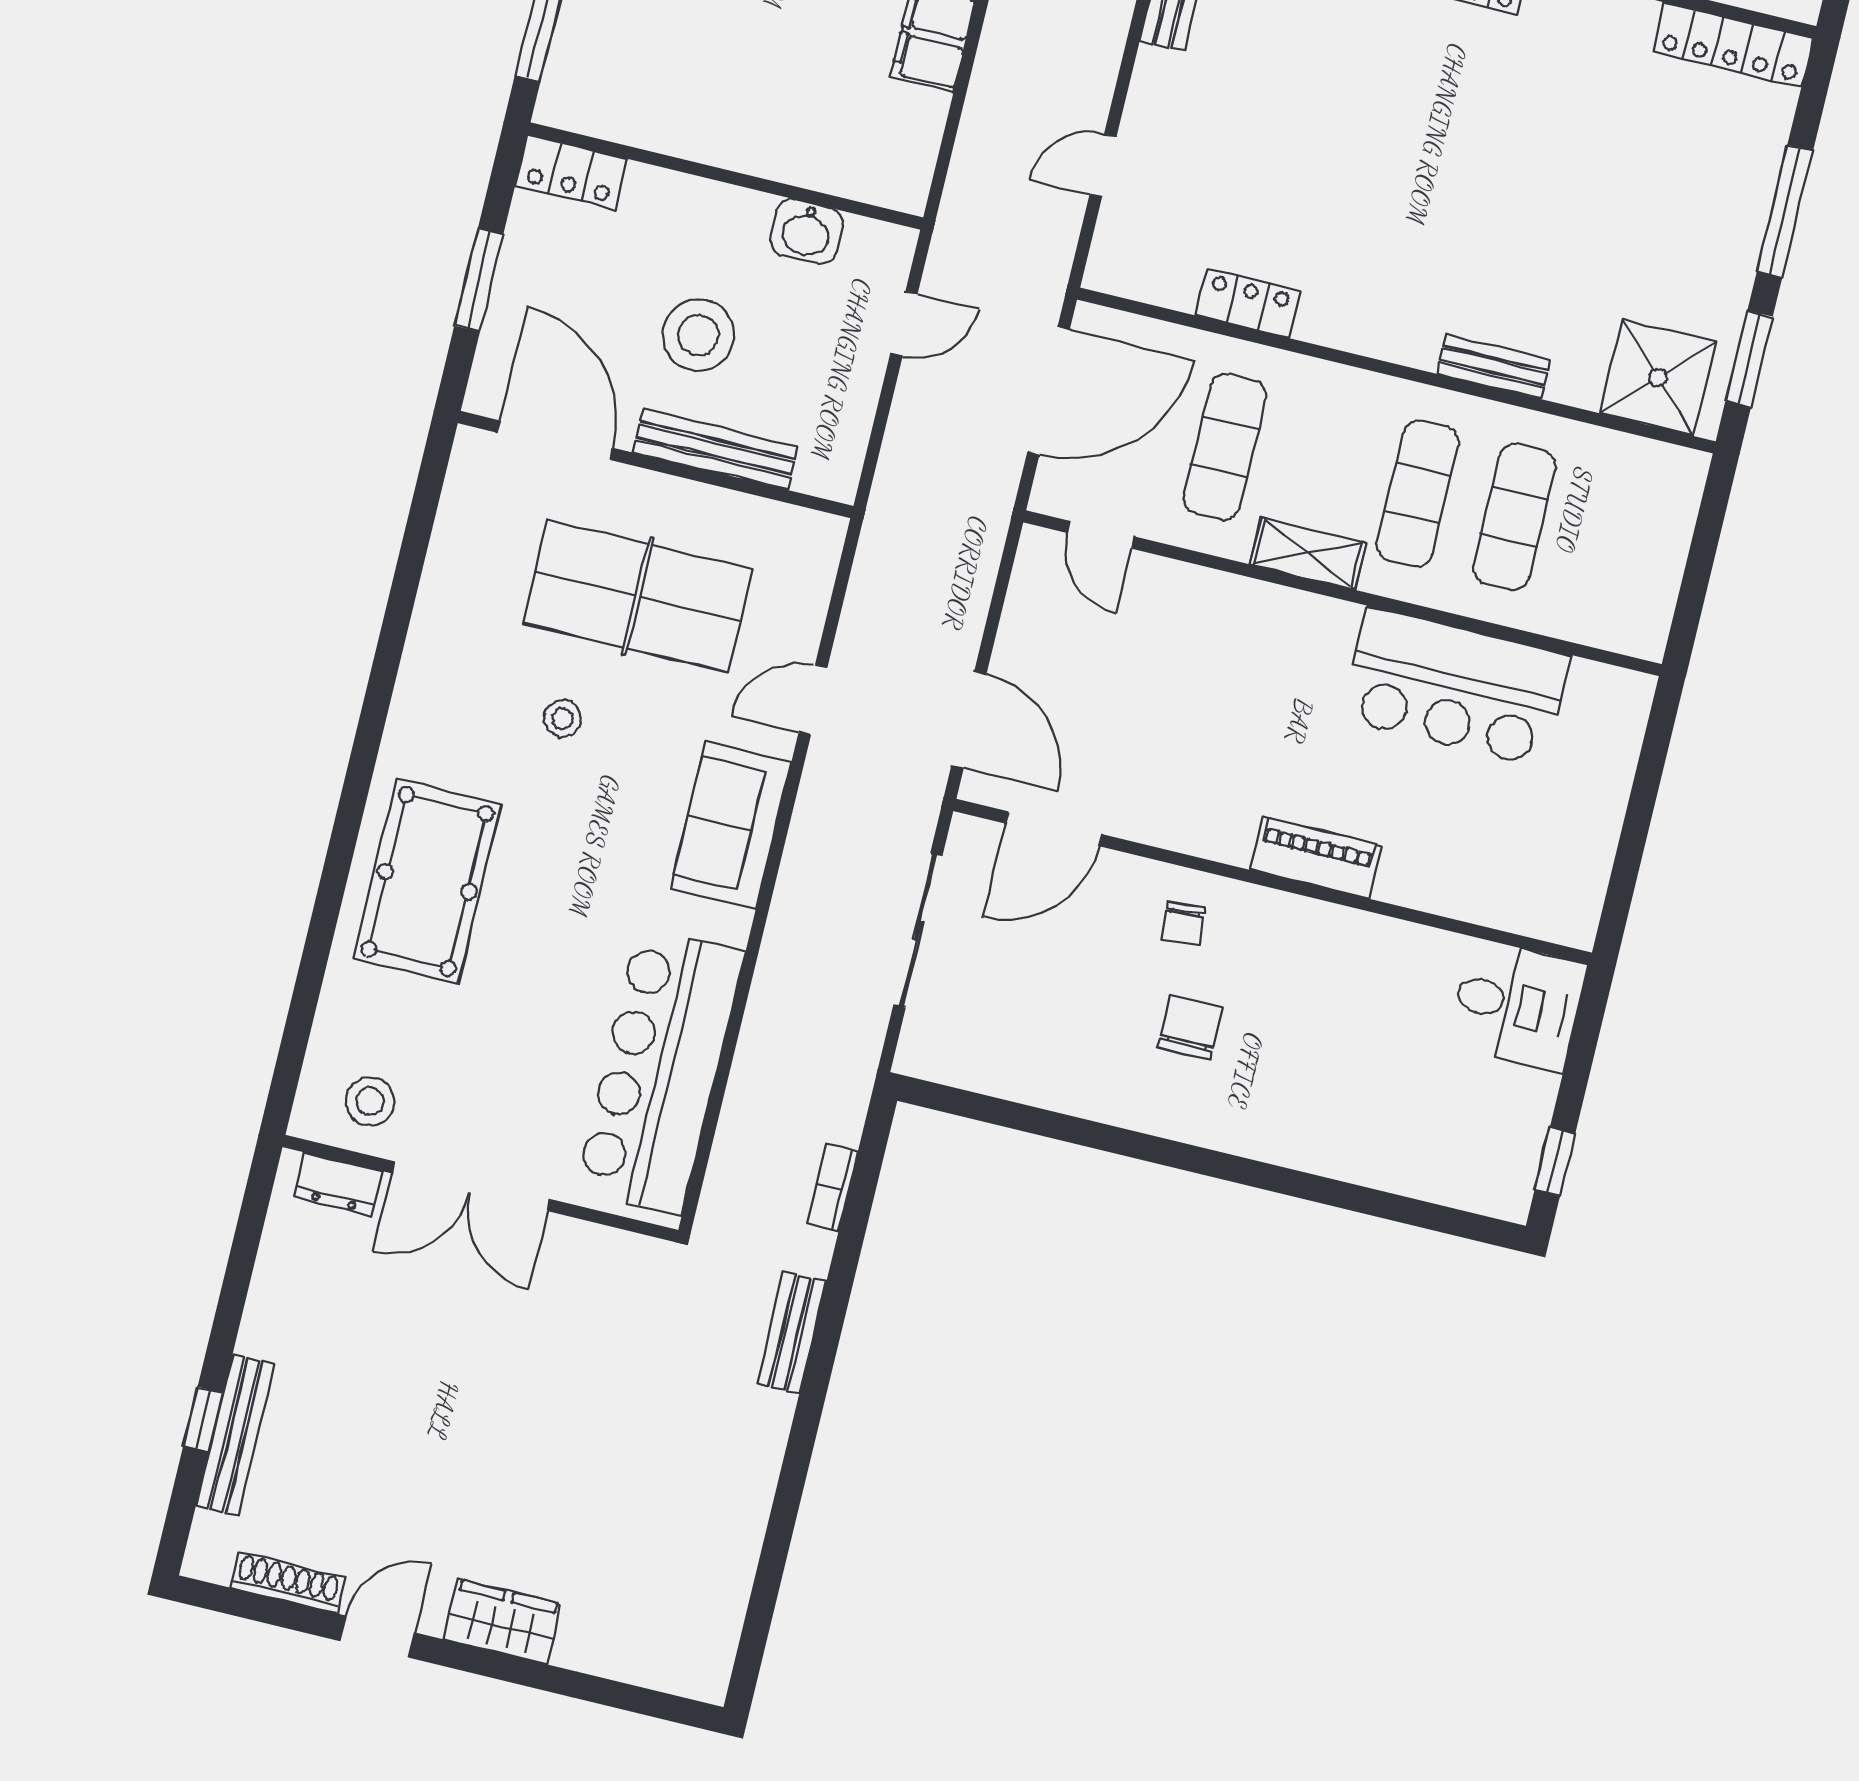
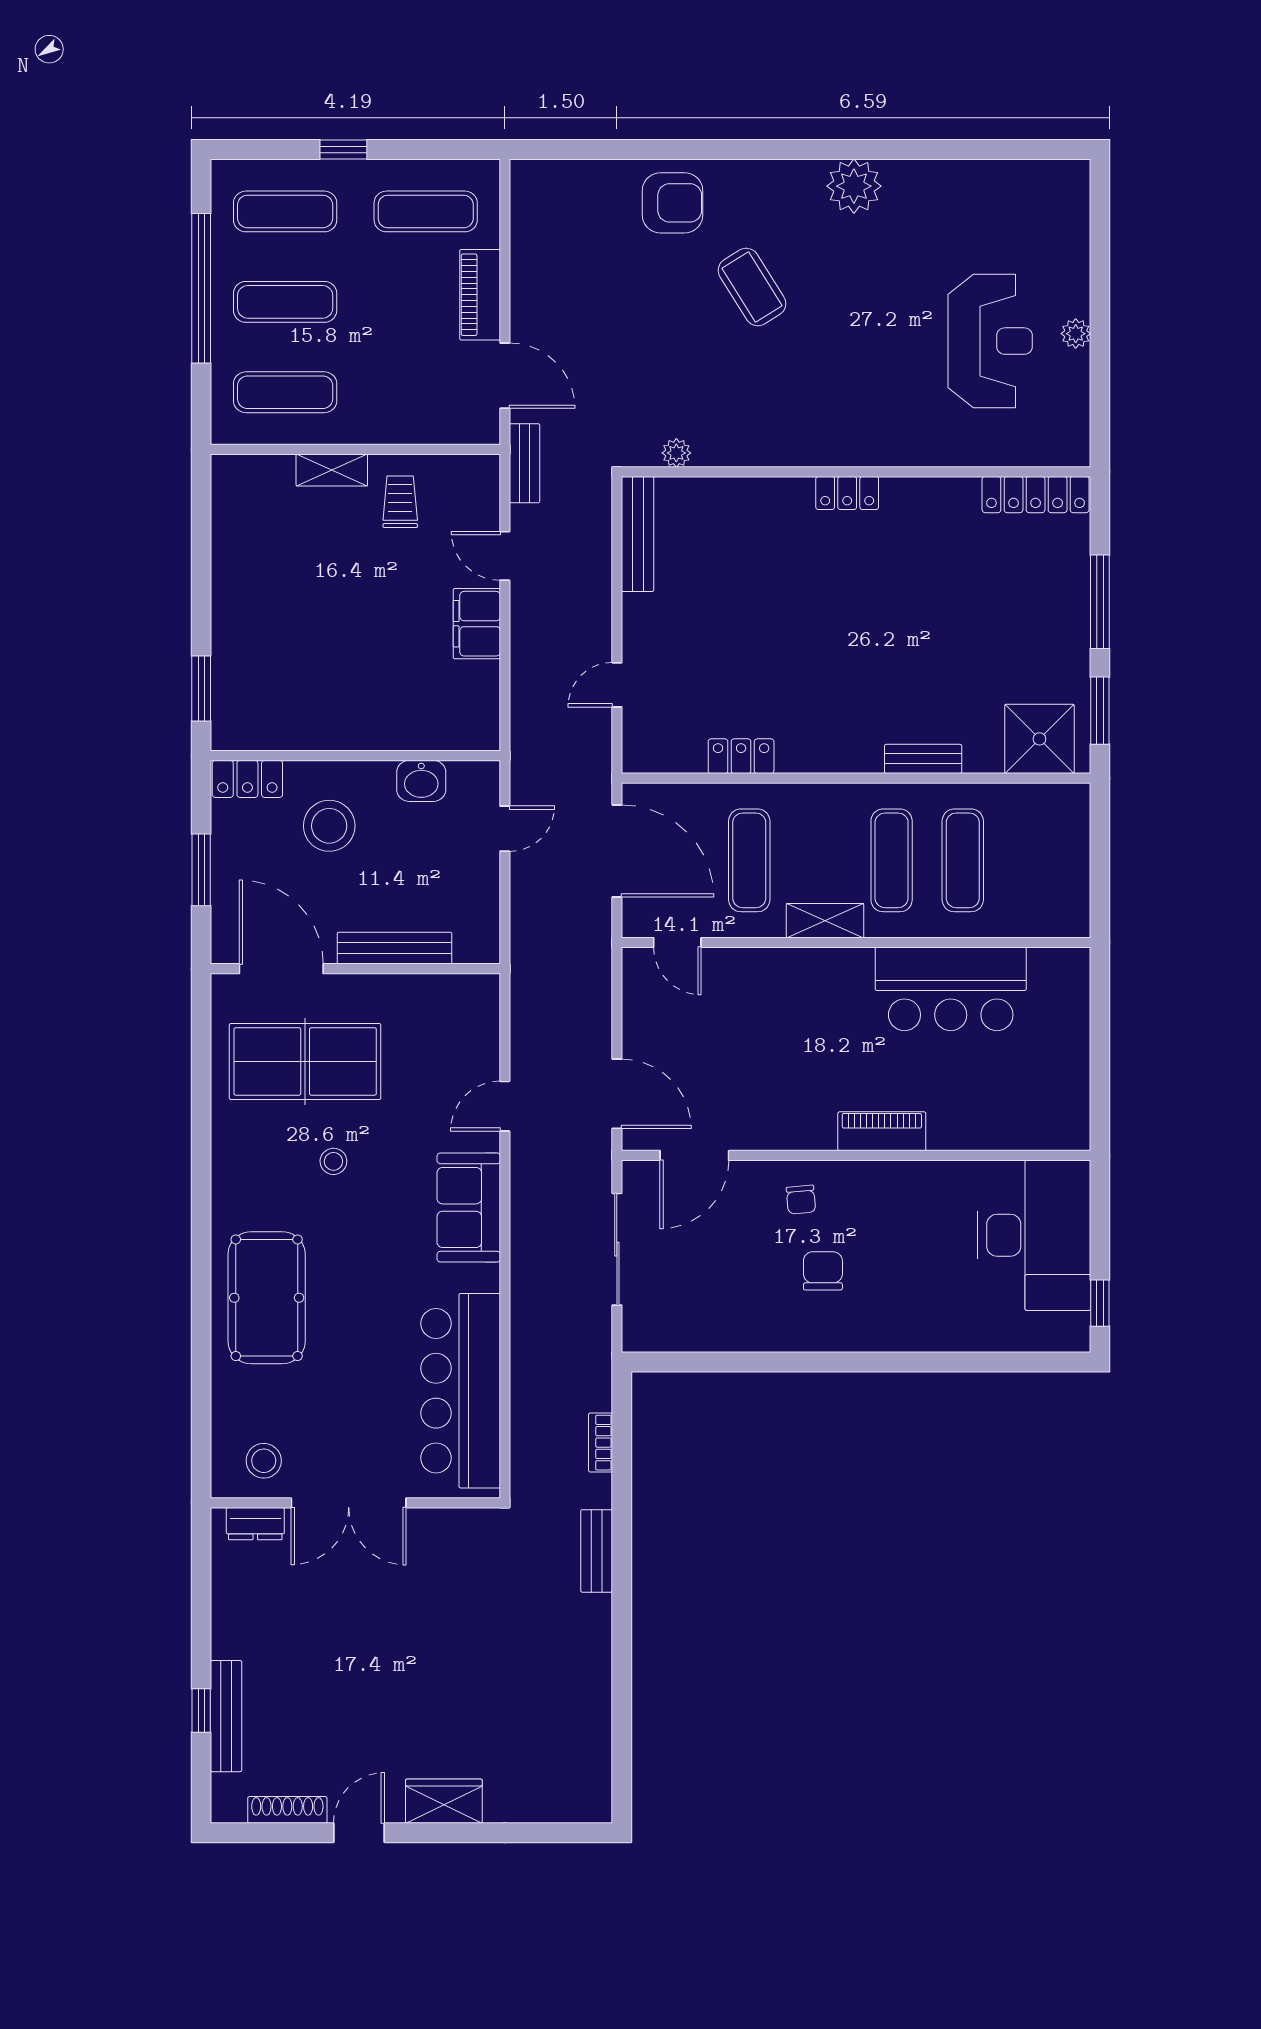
stool: (698, 335) -> (329, 826), moved
door: (1049, 391) -> (617, 851), hinge flipped
table tennis table: (638, 596) -> (305, 1061), moved
desk: (1517, 1005) -> (1034, 1235), width x1.87, depth x1.30

